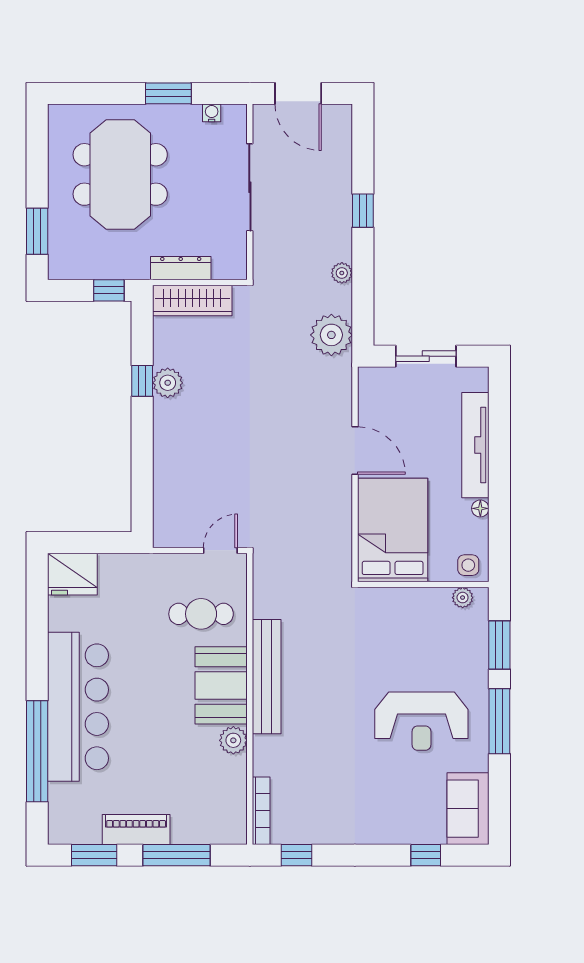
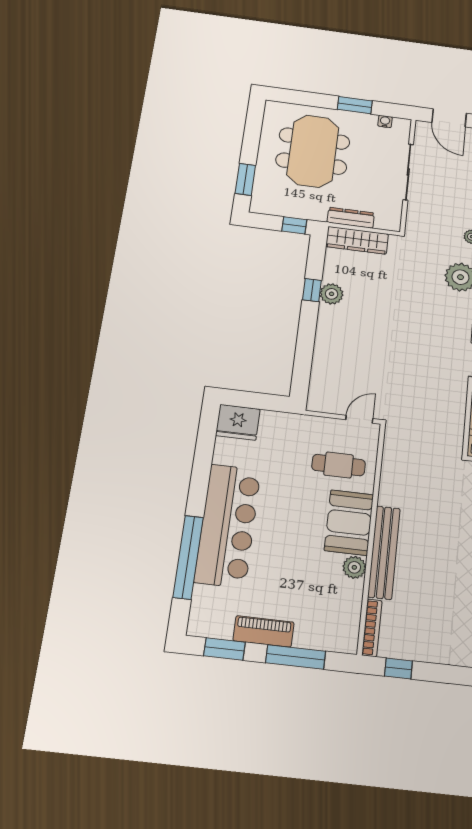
bench: (267, 677) -> (384, 552), moved

